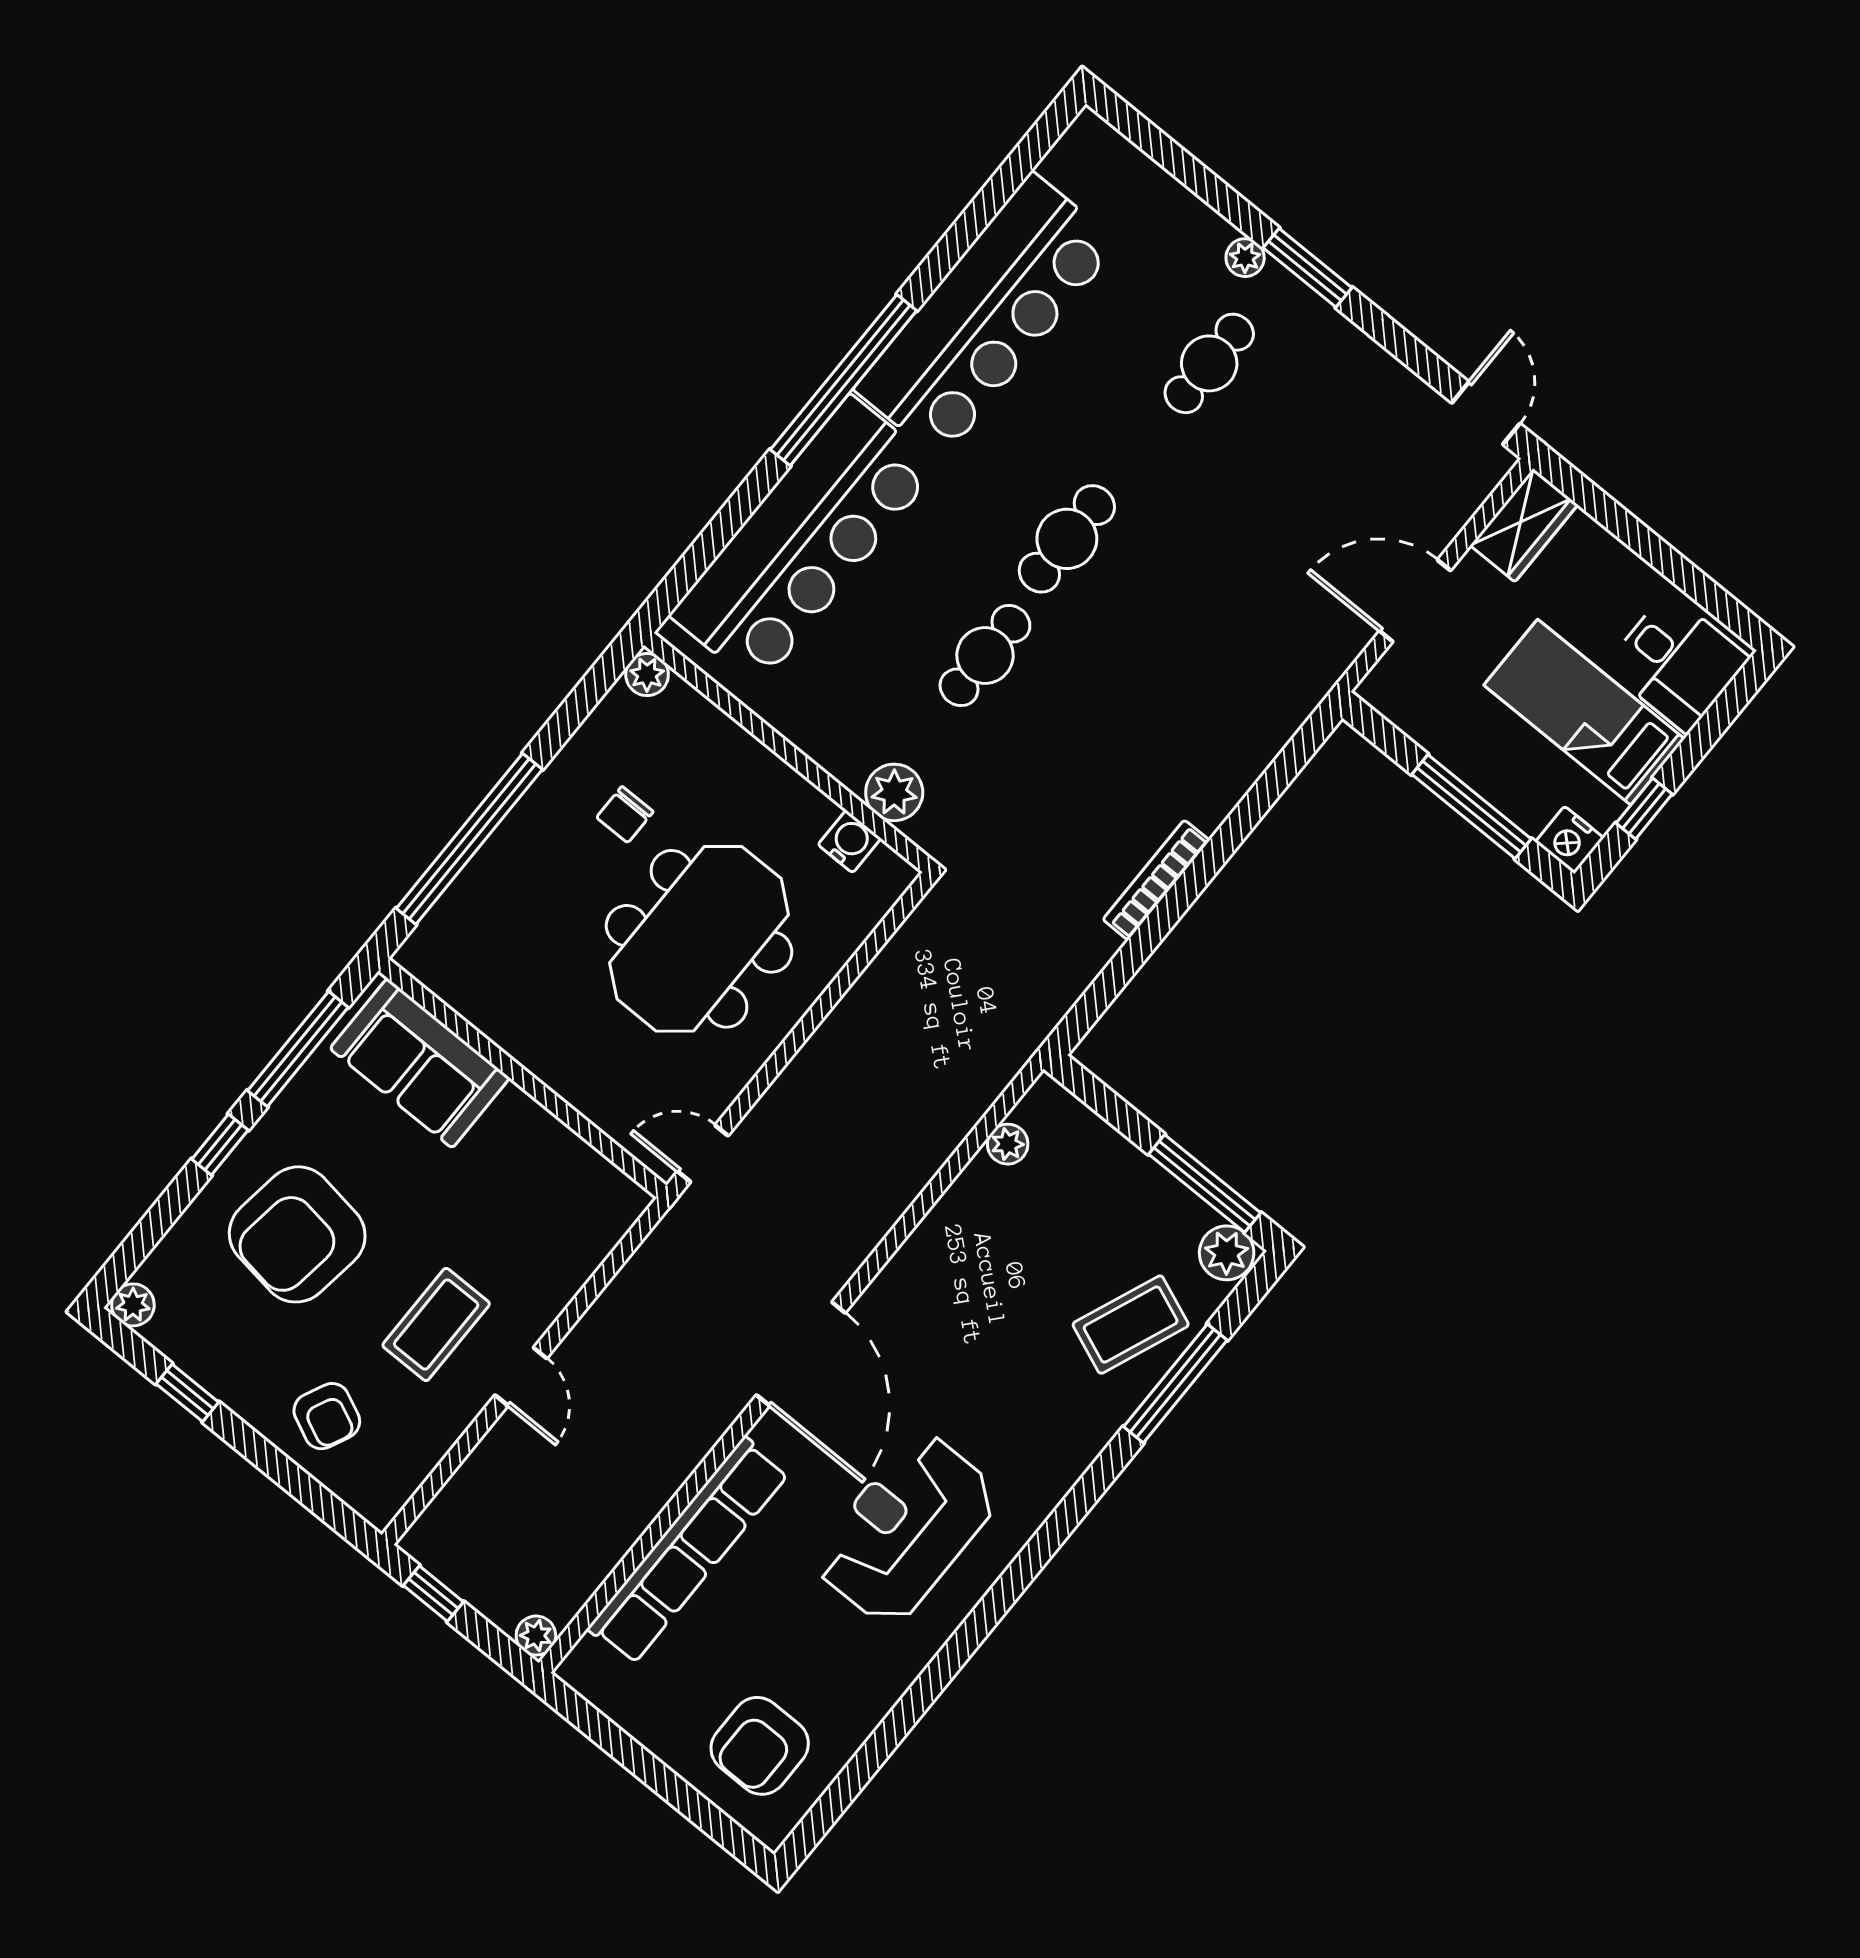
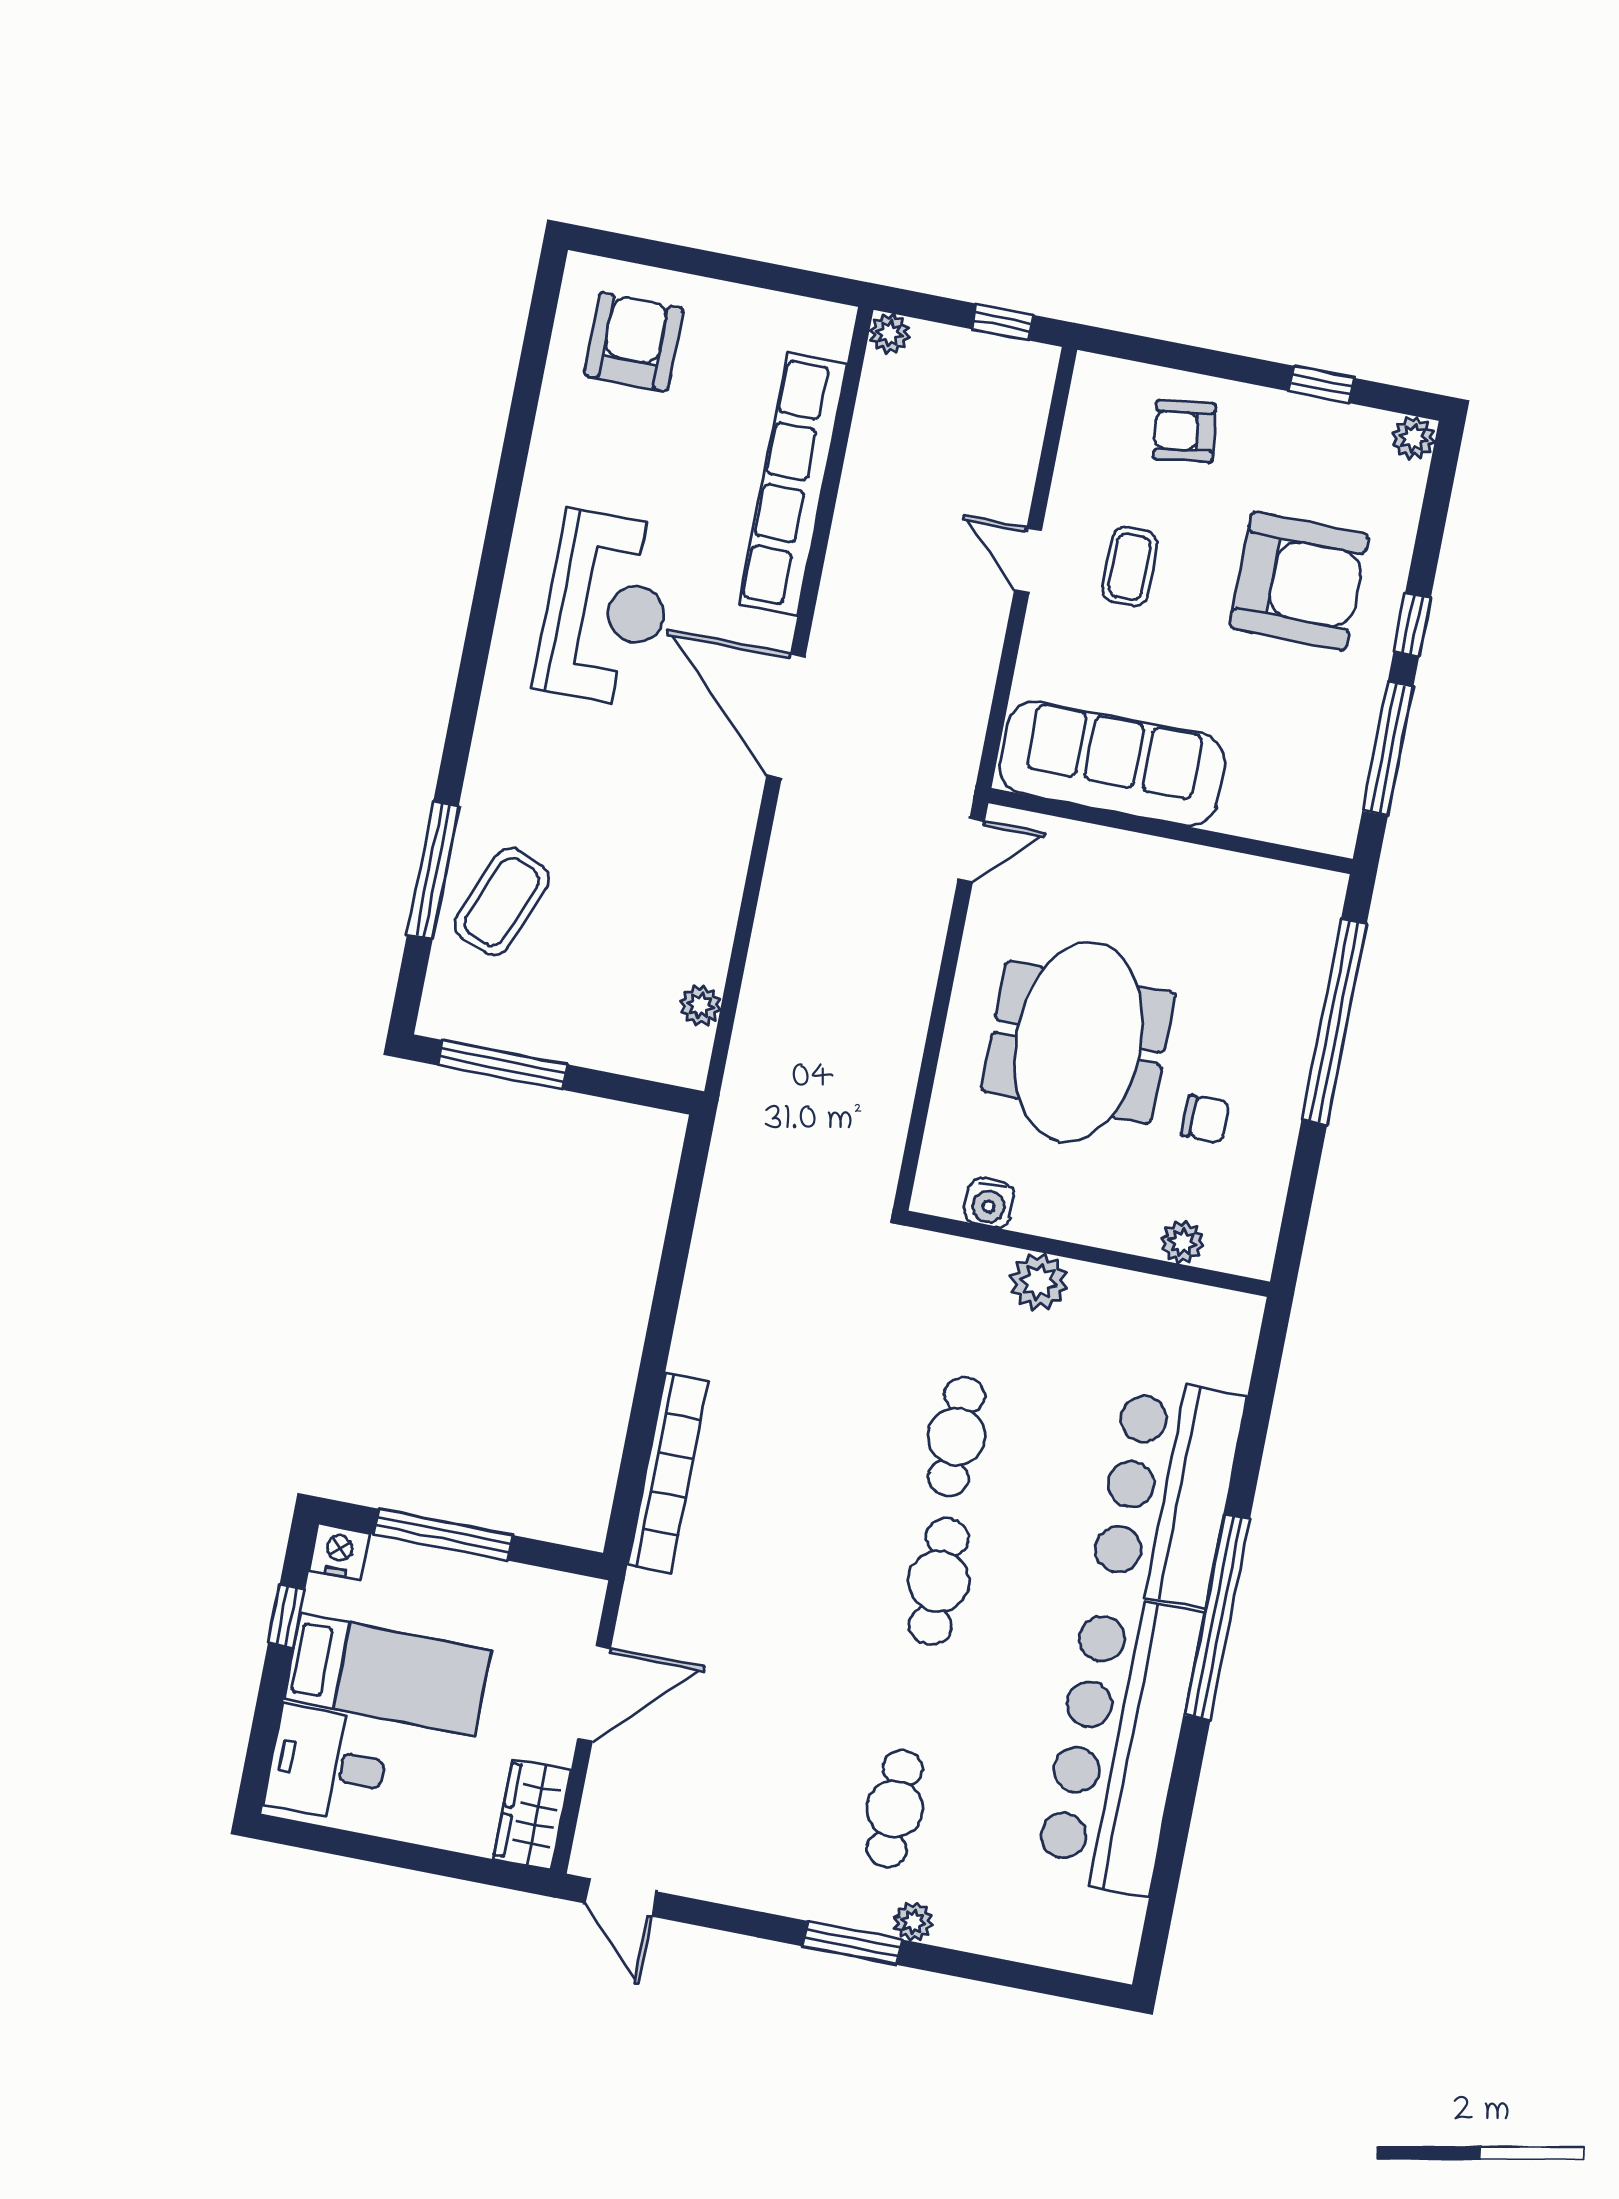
bar counter: (804, 541) -> (1168, 1491), width x0.73
plant: (647, 675) -> (1182, 1242), moved
plant: (894, 792) -> (1039, 1282), moved
chair: (625, 815) -> (1205, 1119), turned 90
bookcase: (1156, 880) -> (668, 1474), moved, width x1.48, depth x1.31
sofa: (420, 1063) -> (1112, 764), moved, width x1.36
armchair: (297, 1234) -> (1299, 581), turned 82
plant: (1227, 1253) -> (450, 1013), removed
coffee table: (436, 1324) -> (1130, 567), width x0.73, depth x0.77
armchair: (327, 1416) -> (1184, 431), turned -33

